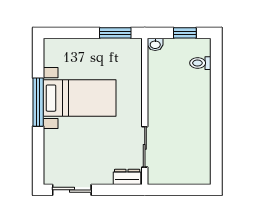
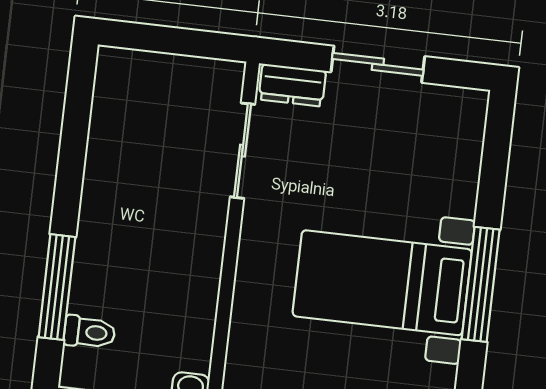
window: (216, 80) -> (57, 287), added
sliding door: (72, 190) -> (378, 64), moved

